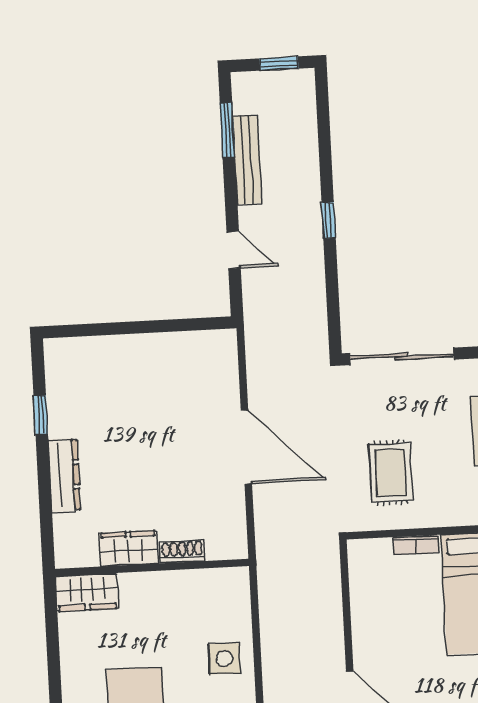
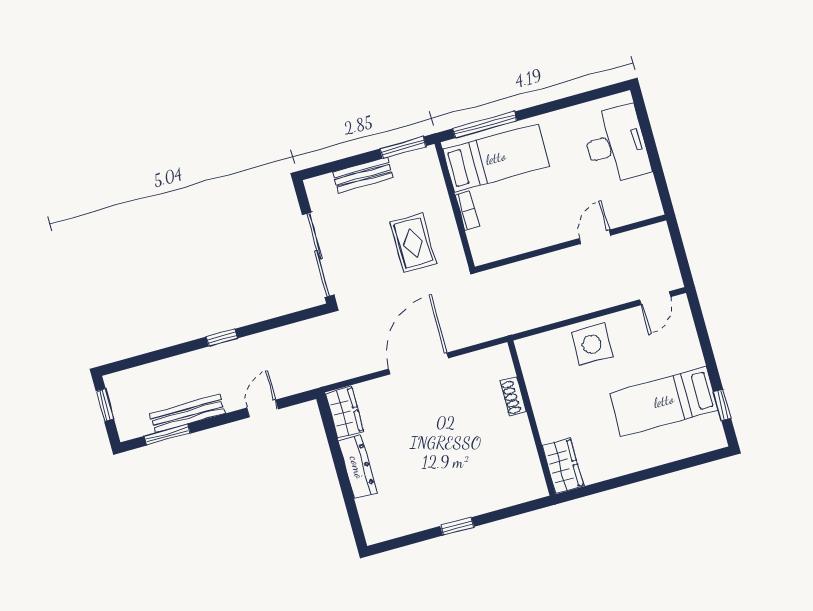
window: (41, 415) -> (457, 526), moved
rug: (391, 472) -> (413, 243), turned 90
dresser: (64, 475) -> (357, 467), moved, turned 90
wardrobe: (129, 548) -> (345, 412), moved, turned 180
side table: (224, 658) -> (592, 344), width x1.37, depth x1.37

